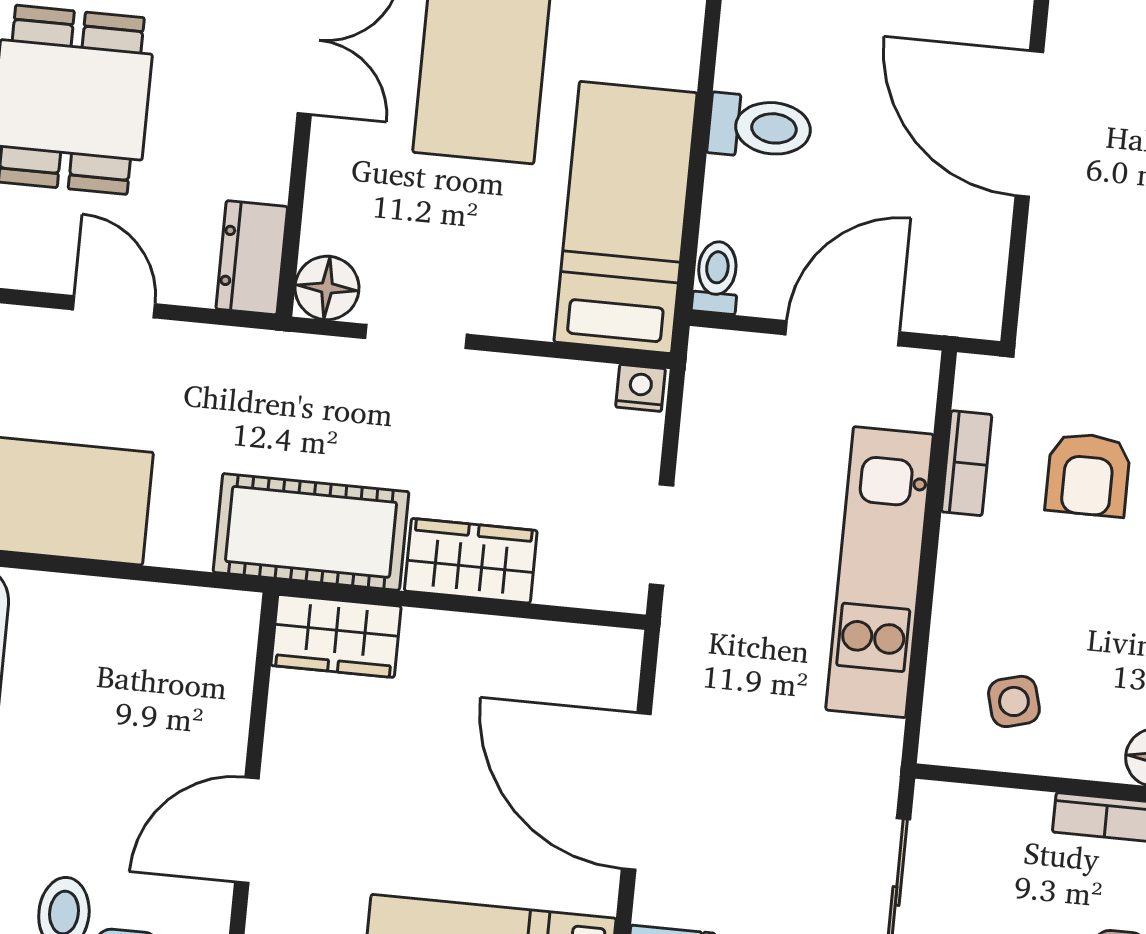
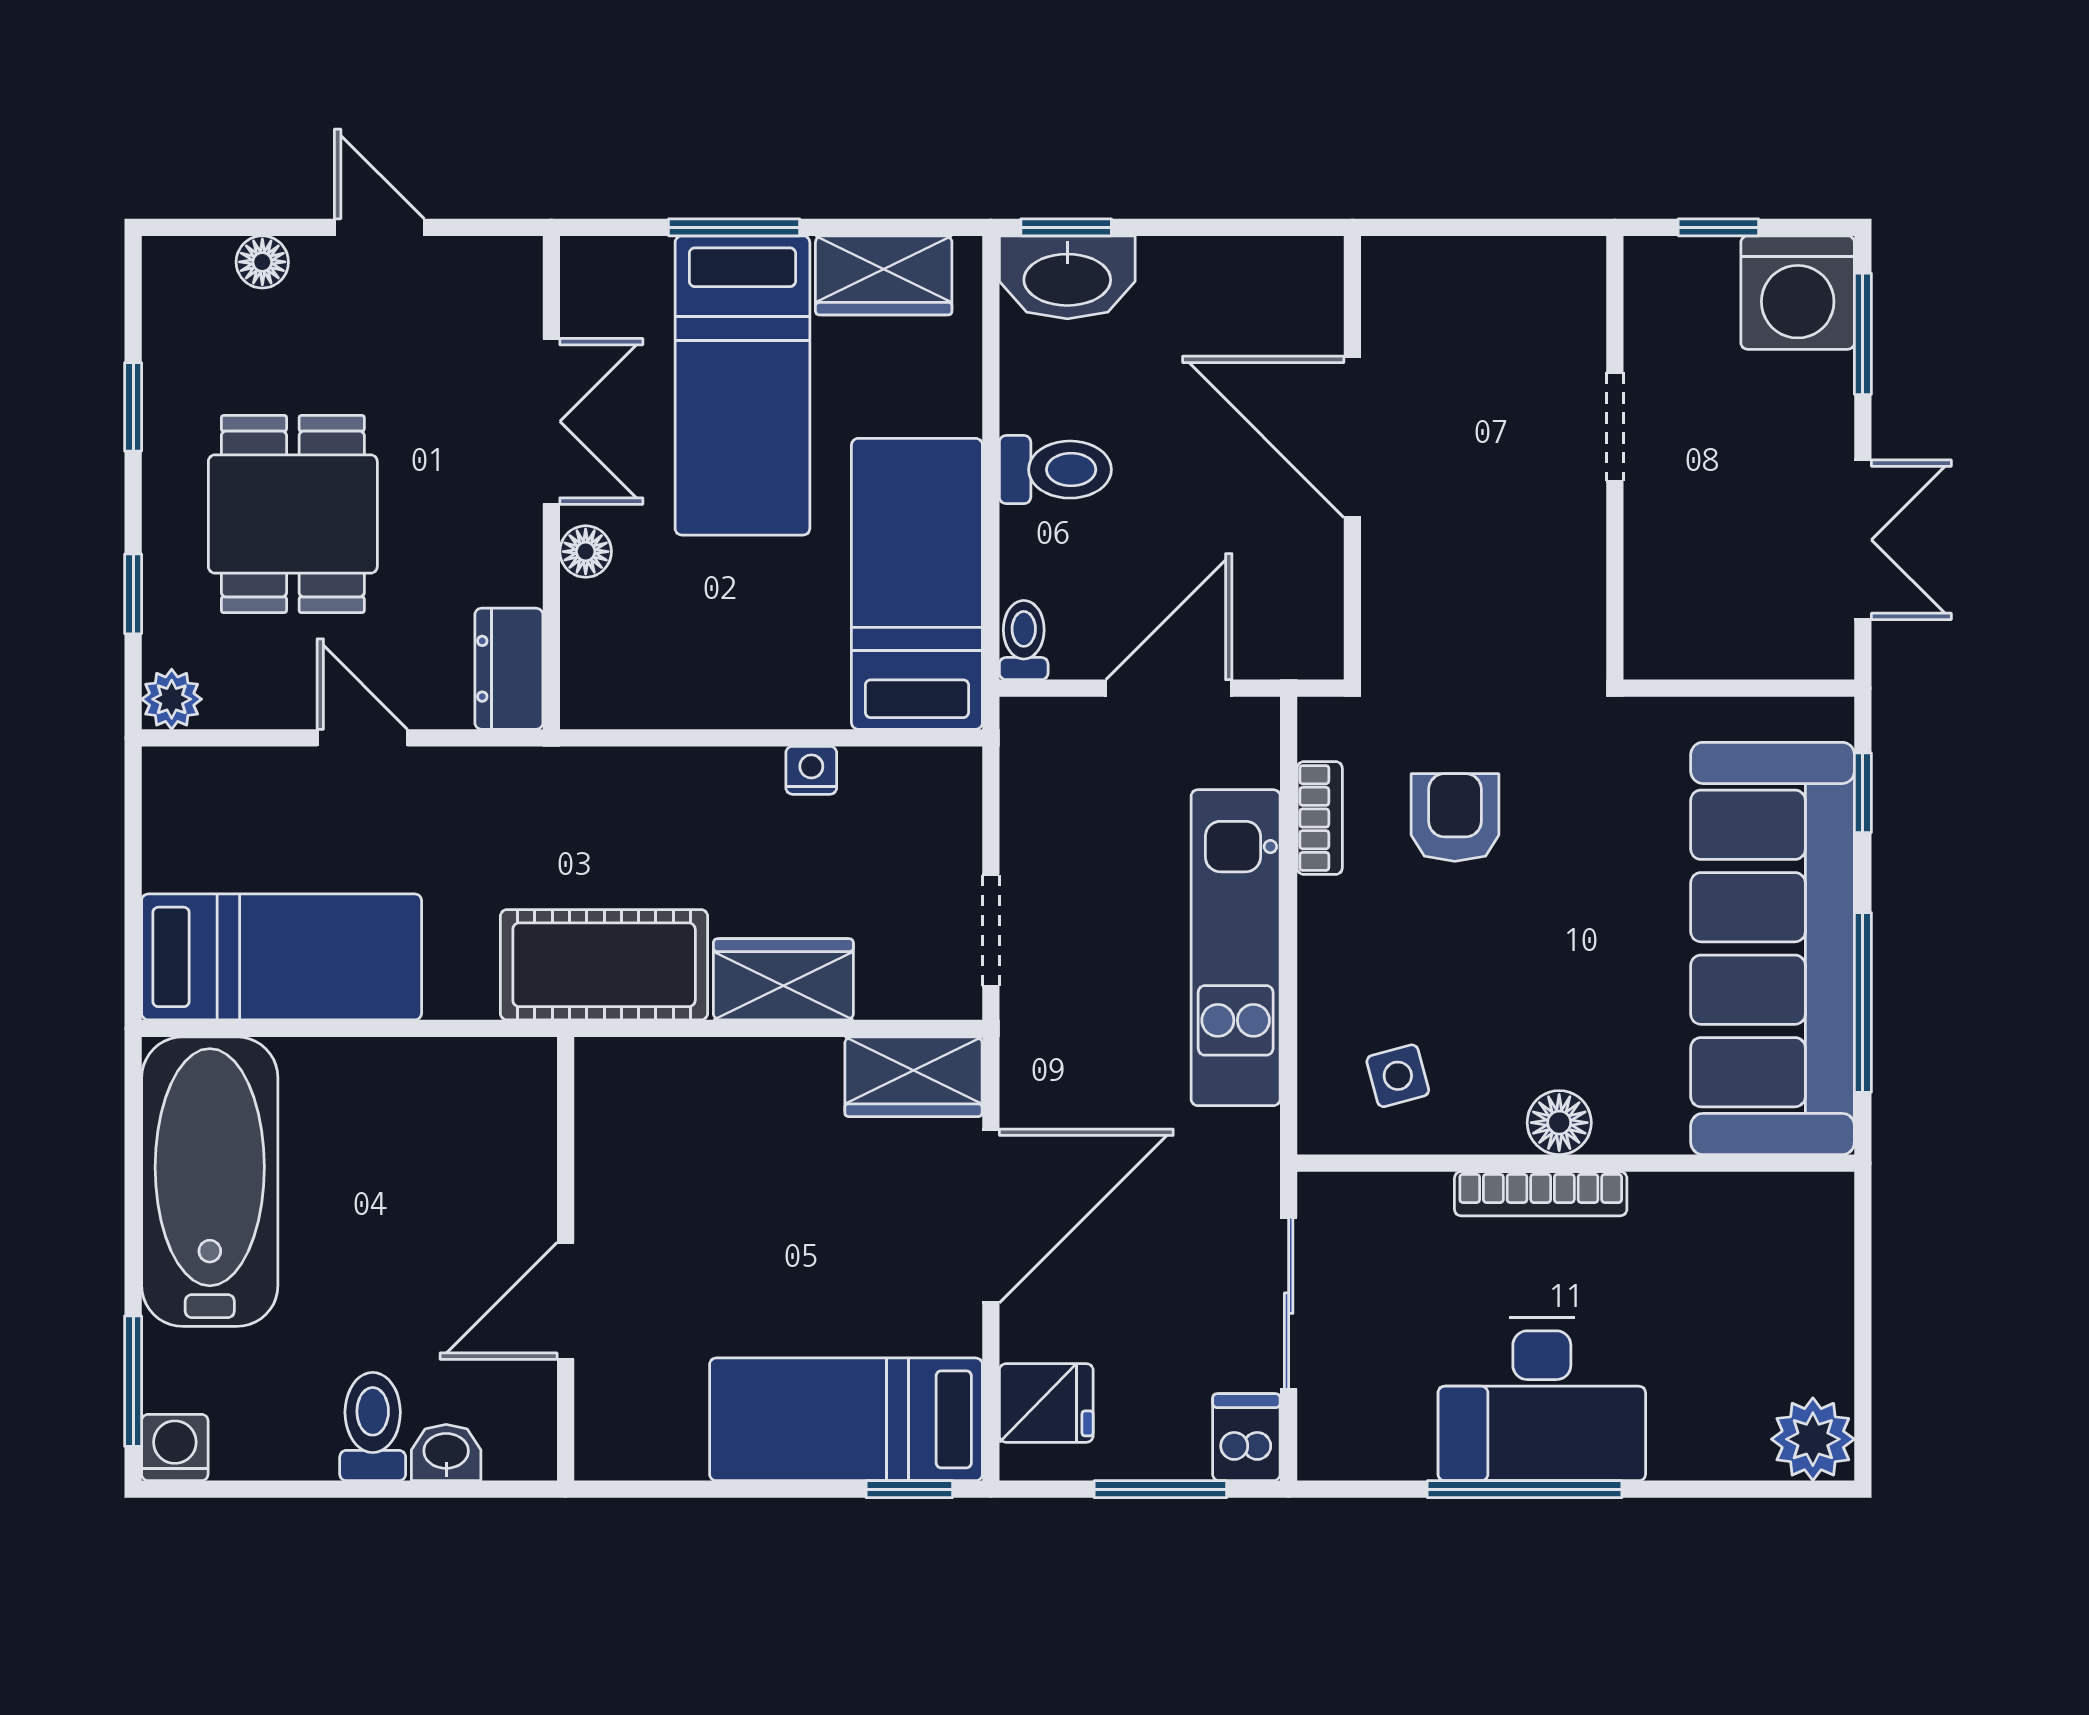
floor lamp: (327, 288) -> (586, 552), moved, width x0.73, depth x0.73
doorway: (416, 336) -> (699, 738), removed
nightstand: (641, 388) -> (811, 770), moved
armchair: (1088, 475) -> (1455, 818), turned 180
wardrobe: (336, 636) -> (913, 1077), moved
door: (636, 791) -> (991, 1216), swing flipped

